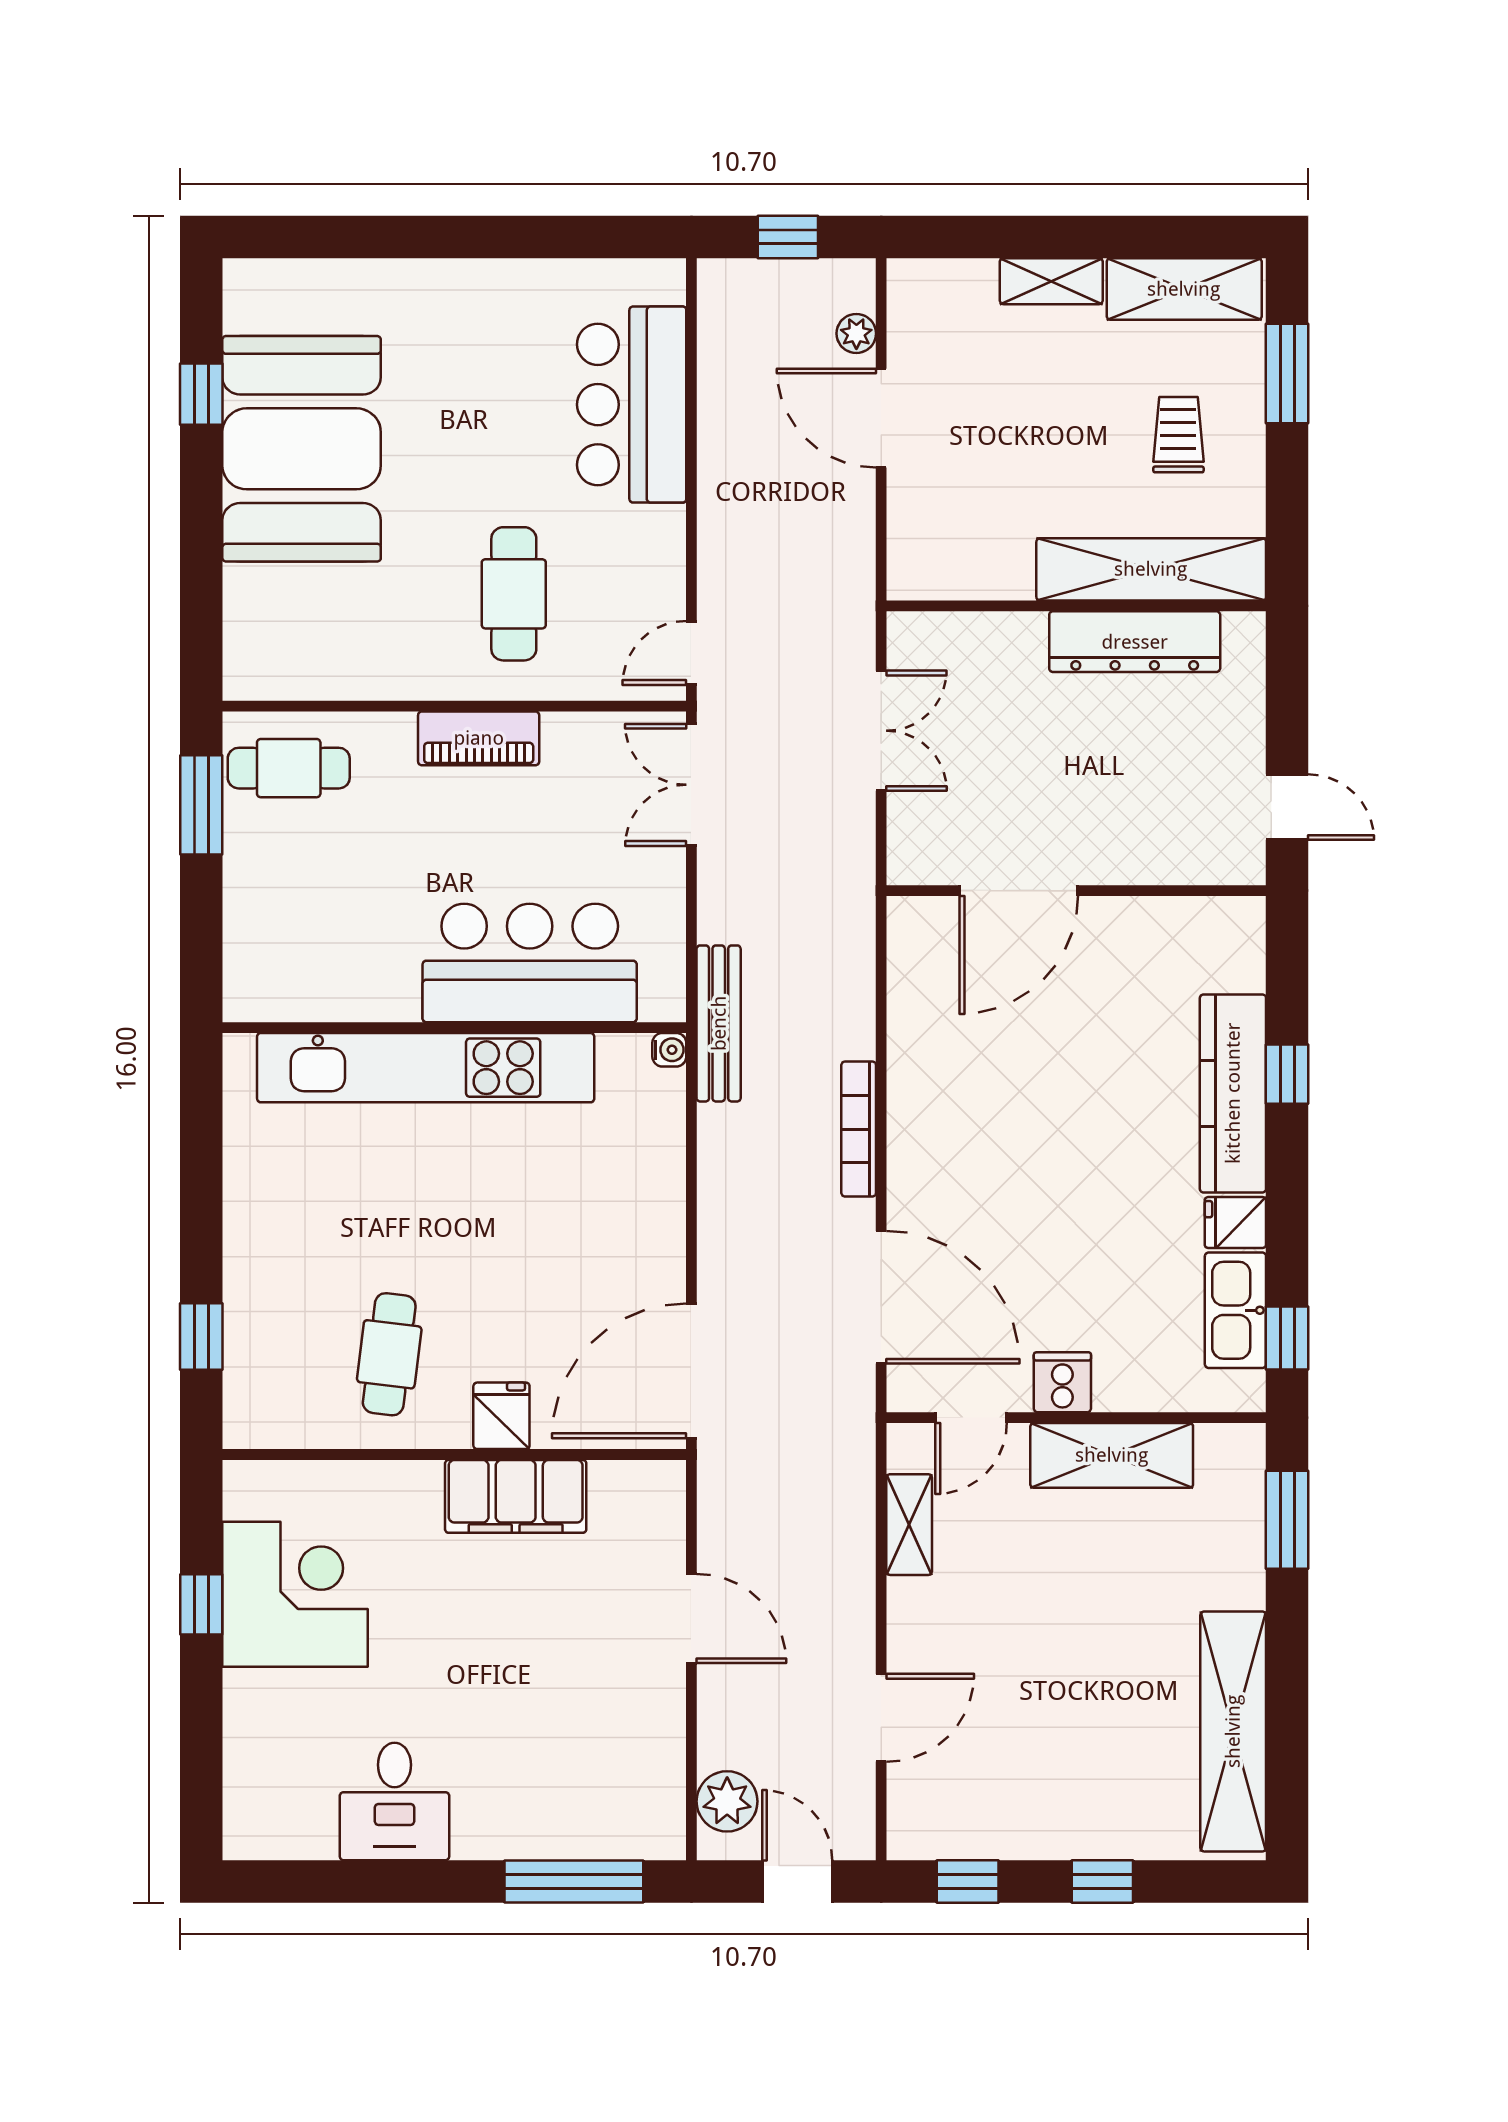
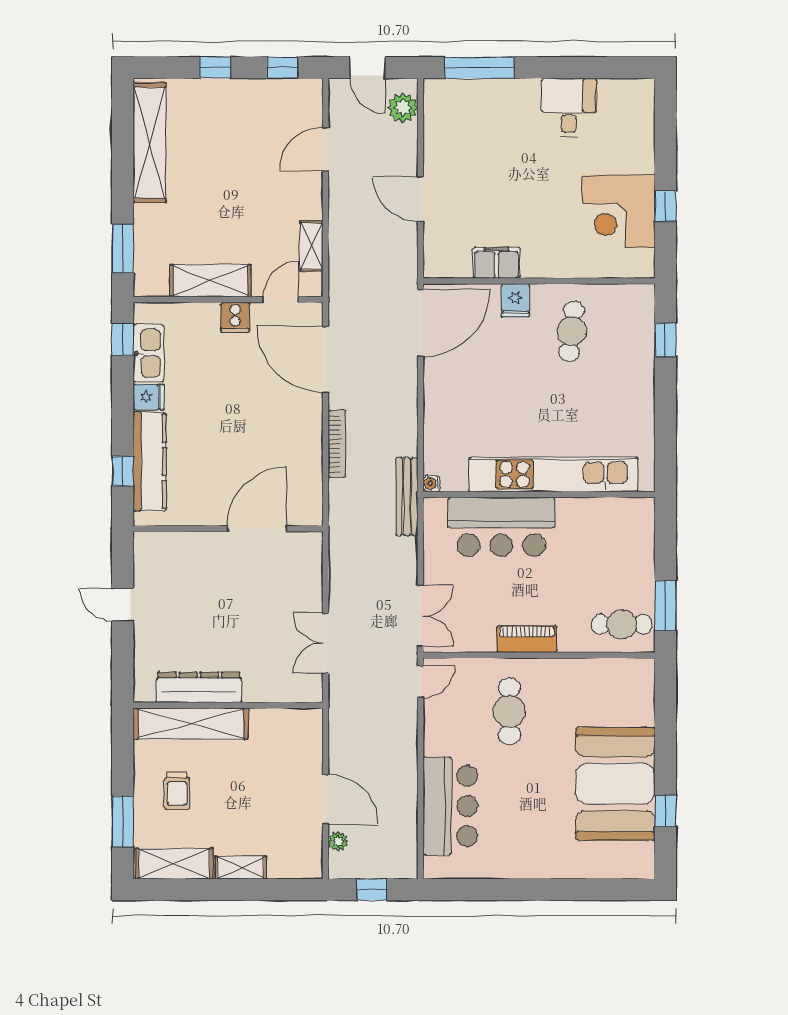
door: (1019, 891) -> (257, 529), moved
wall: (1076, 891) -> (228, 529), moved
filing cabinet: (516, 1496) -> (497, 263), width x0.67, depth x0.86

